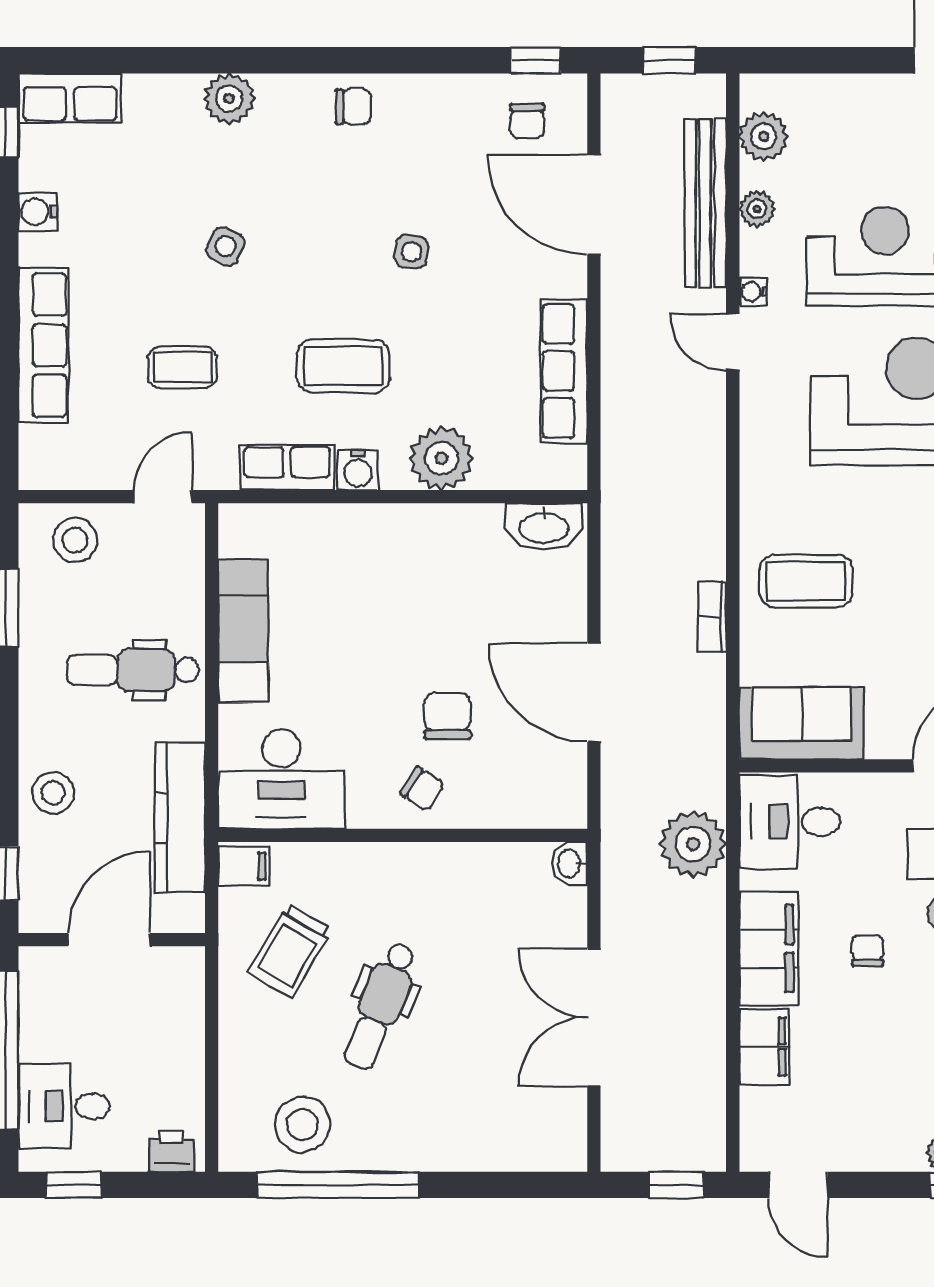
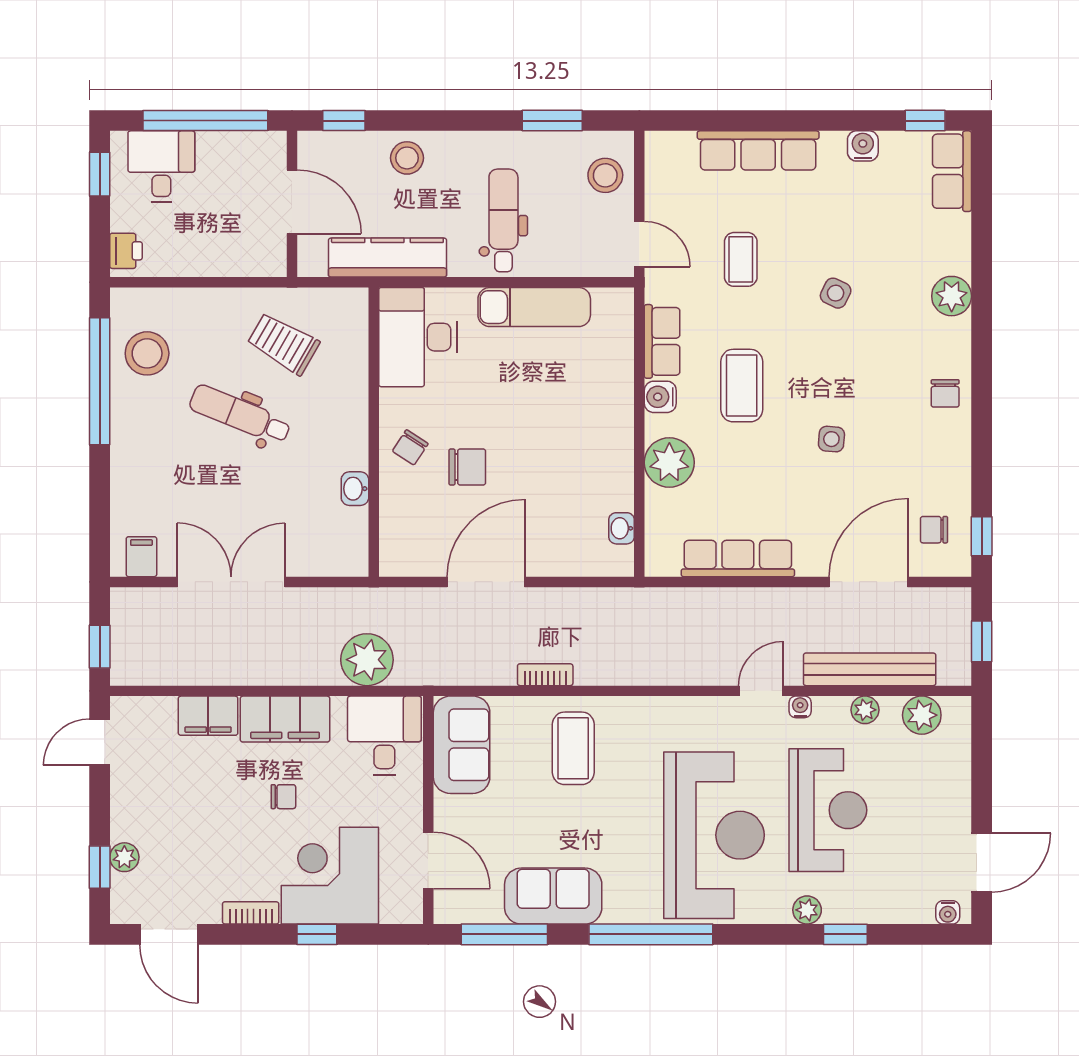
washbasin: (544, 527) -> (621, 528), width x0.52, depth x0.69
washbasin: (570, 863) -> (355, 489), moved, turned -90
filing cabinet: (244, 866) -> (141, 557), moved, turned 180

